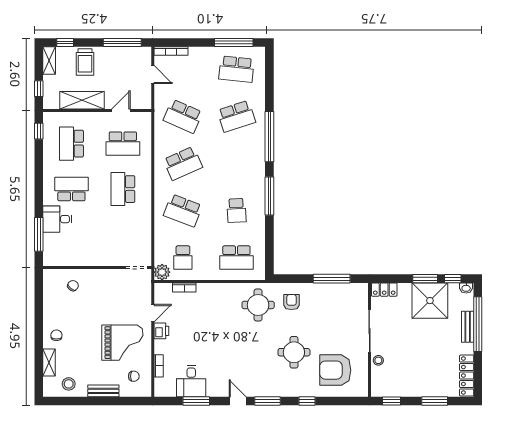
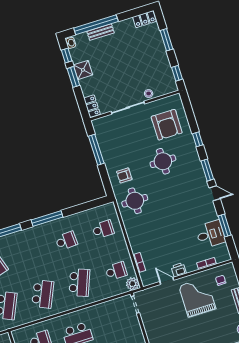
school desk: (183, 163) -> (43, 294), turned 48
school desk: (236, 258) -> (103, 229), width x0.54
shower: (430, 301) -> (83, 70), width x0.54, depth x0.54
locker: (467, 376) -> (145, 19), width x0.66
door: (238, 401) -> (215, 193), swing flipped

